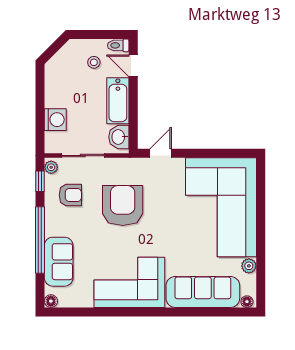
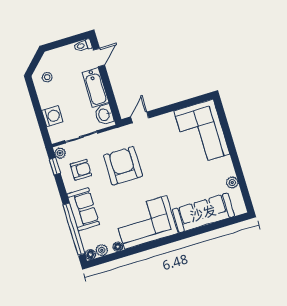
stool: (94, 62) -> (47, 77), moved
door: (133, 66) -> (99, 57), swing flipped
corner sofa: (221, 207) -> (202, 132), width x0.73, depth x0.74
window: (40, 240) -> (74, 229), moved
sofa: (59, 262) -> (83, 209), moved
plant: (66, 300) -> (102, 250), added
floor lamp: (247, 302) -> (118, 247), moved

